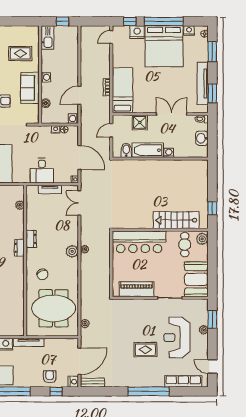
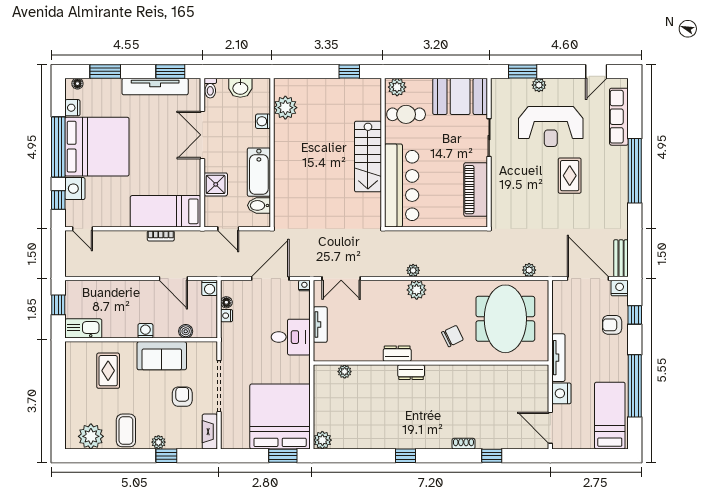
washing machine: (169, 153) -> (263, 121), moved
plant: (189, 167) -> (285, 108), added
stairs: (176, 220) -> (368, 157), moved

